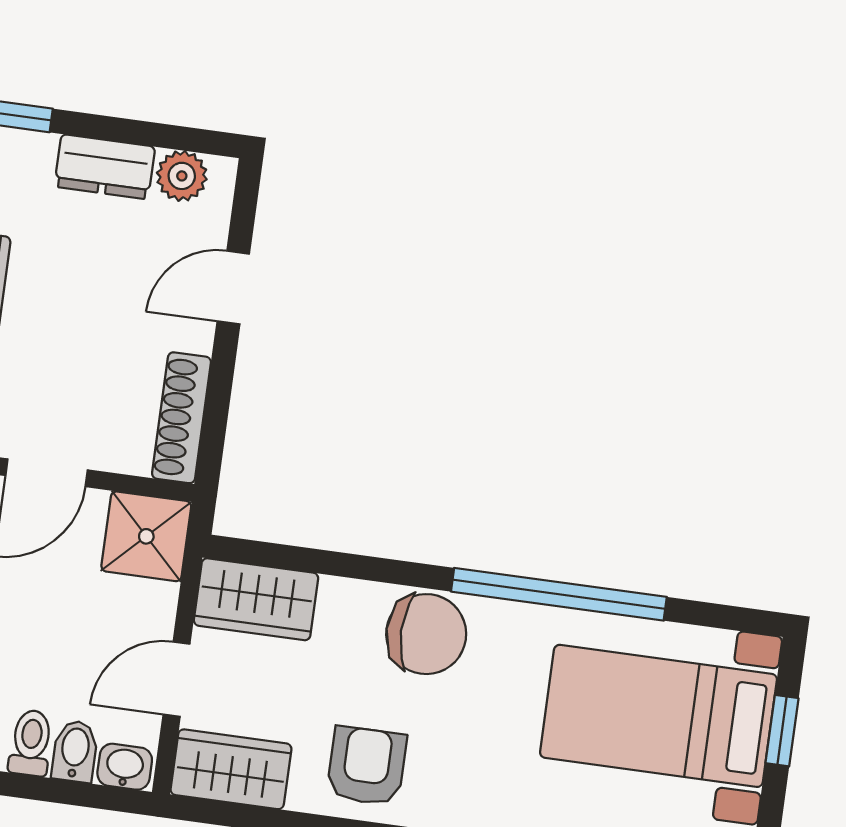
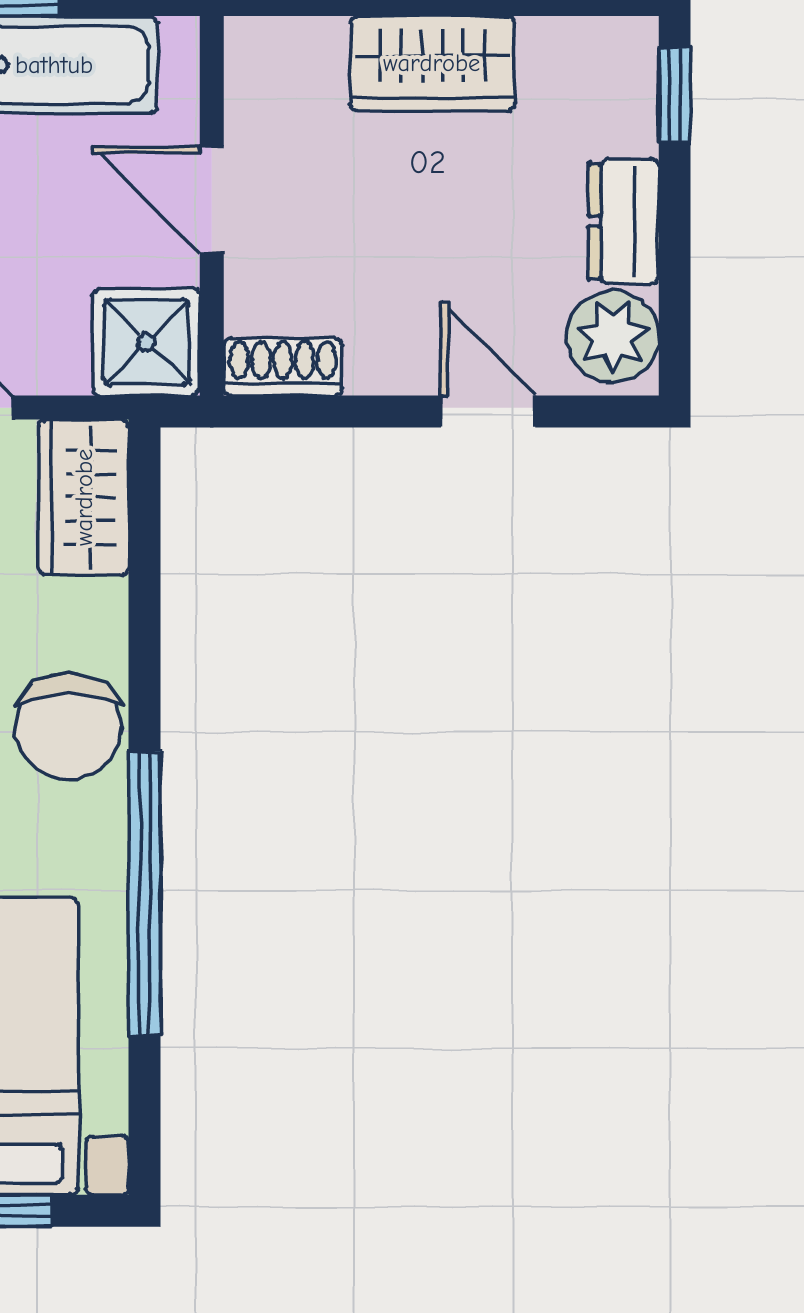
plant: (182, 176) -> (613, 337), width x1.38, depth x1.38
shoe rack: (181, 418) -> (283, 367), width x0.70

